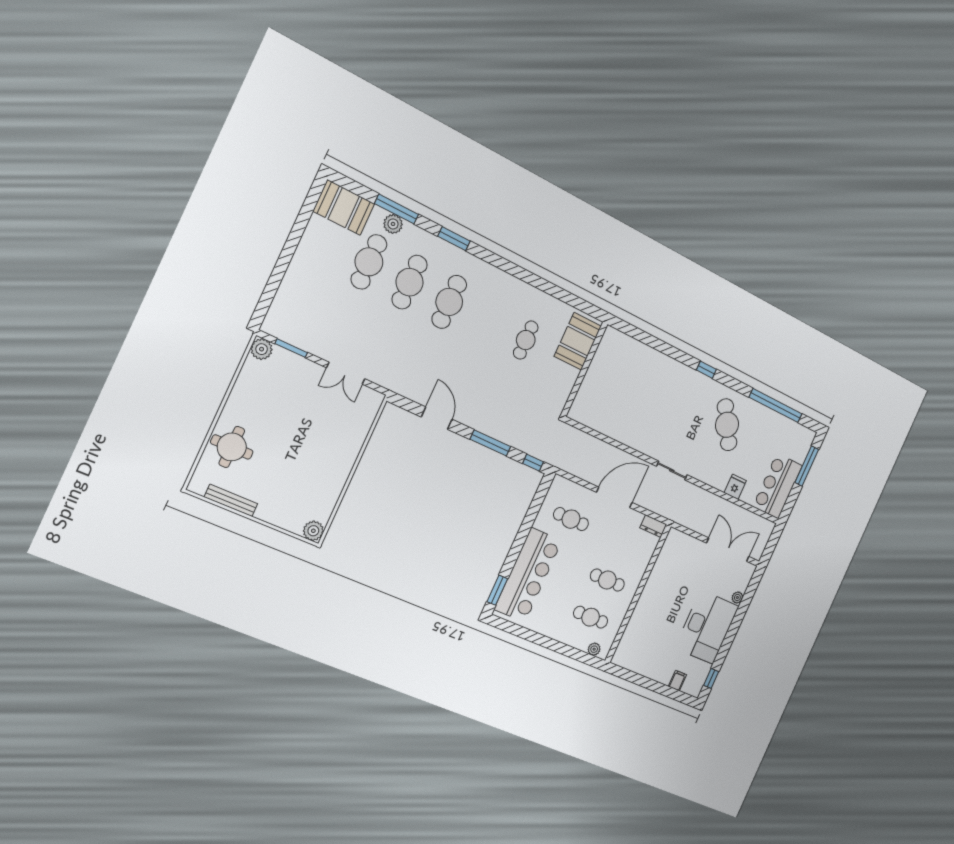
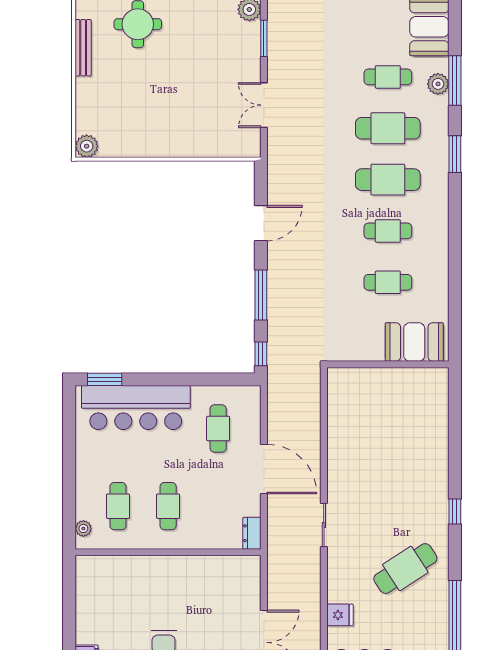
cafe table: (369, 262) -> (388, 77), width x0.73, depth x0.74
cafe table: (488, 321) -> (388, 231), added

